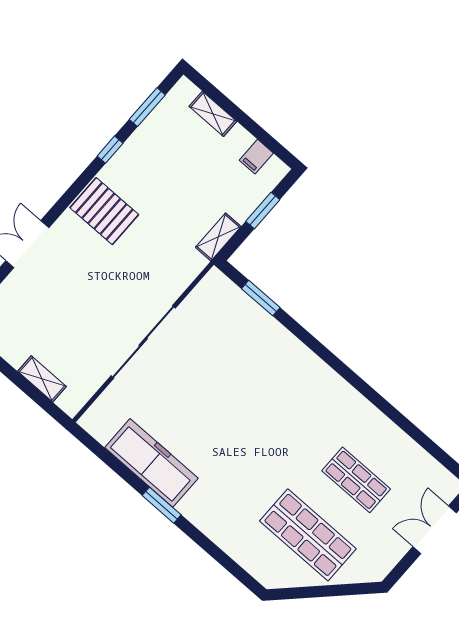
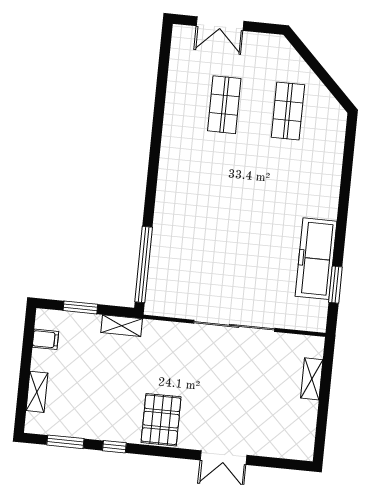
window: (261, 298) -> (144, 264), width x2.11
window: (162, 505) -> (335, 285), moved
shop shelf: (308, 535) -> (288, 111), width x0.70, depth x0.74

